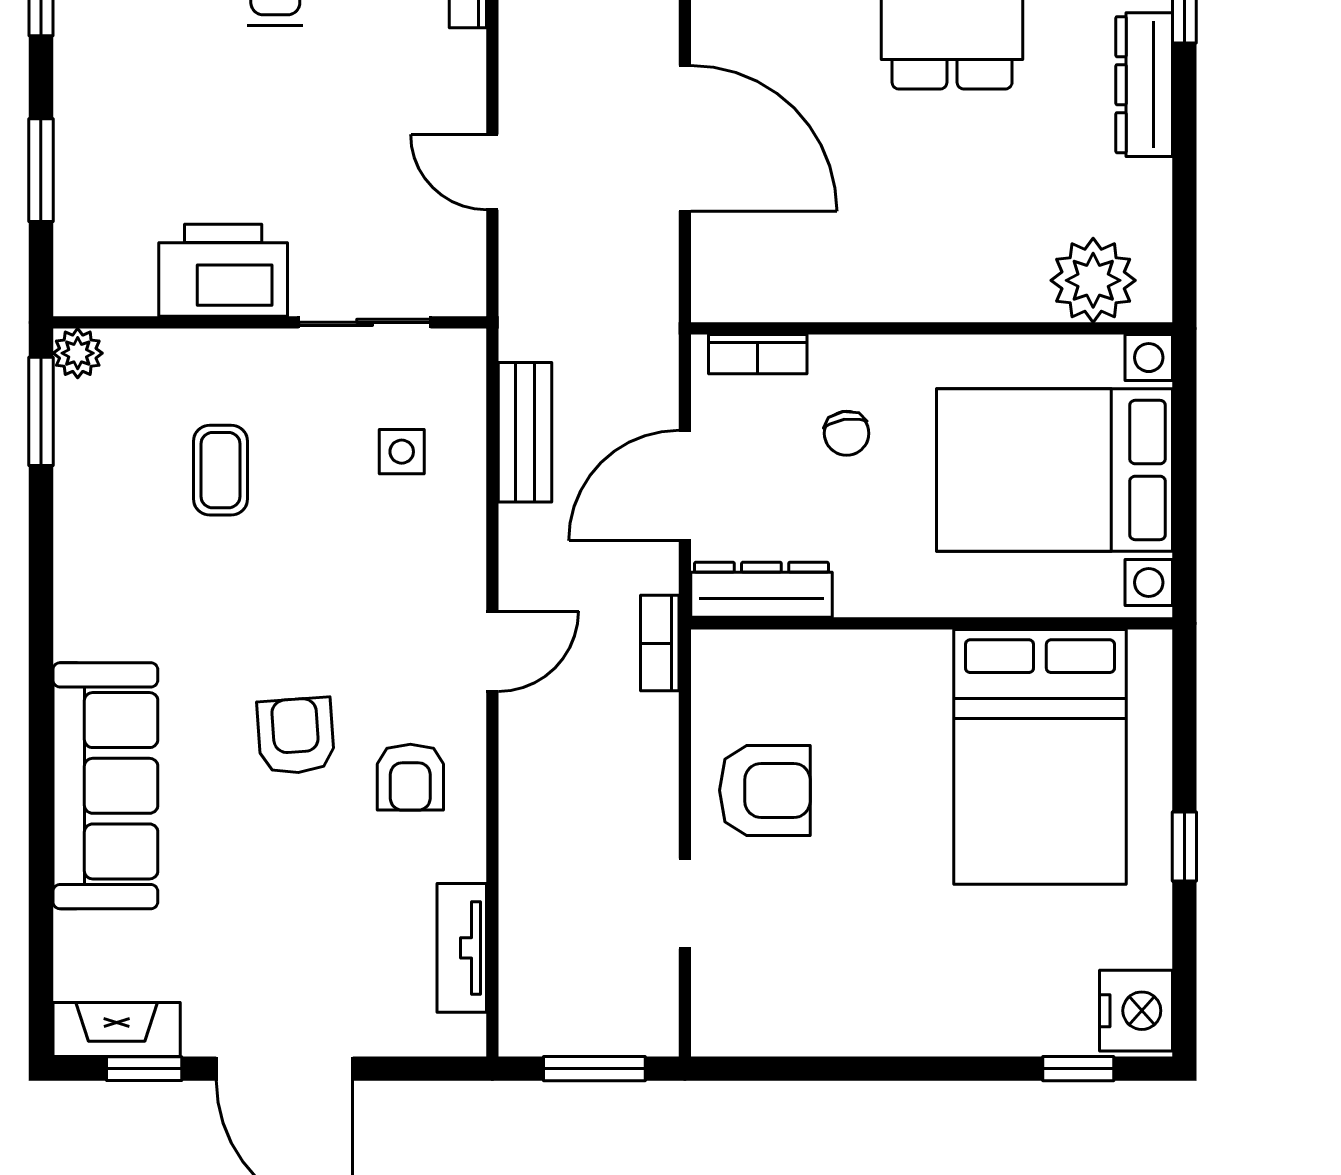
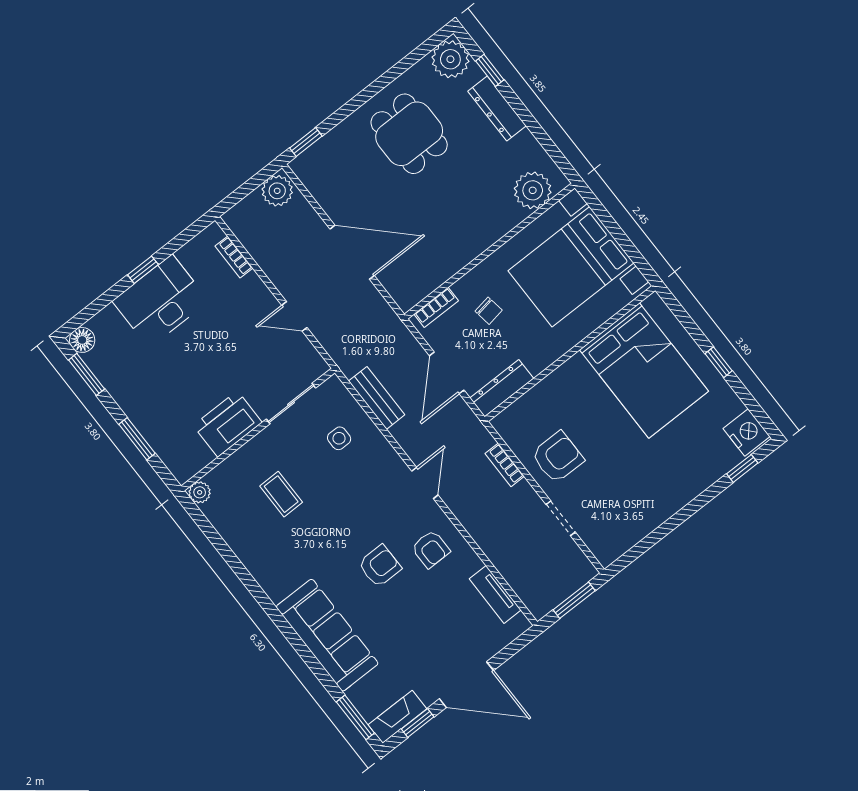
window: (41, 411) -> (355, 717), moved
bookcase: (660, 643) -> (505, 465), moved
armchair: (296, 736) -> (380, 566), turned 94

